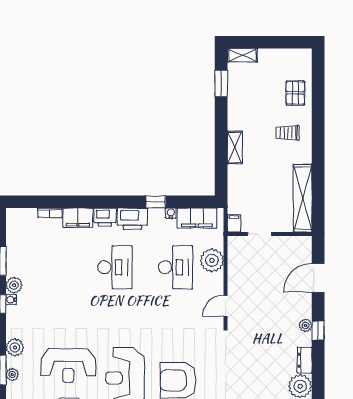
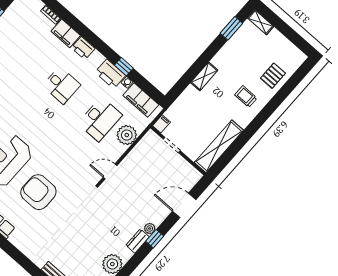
printer: (132, 219) -> (110, 74), moved
desk: (115, 267) -> (61, 85), width x0.73
dresser: (305, 360) -> (138, 241), moved

